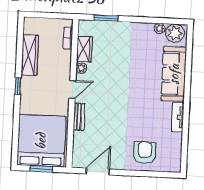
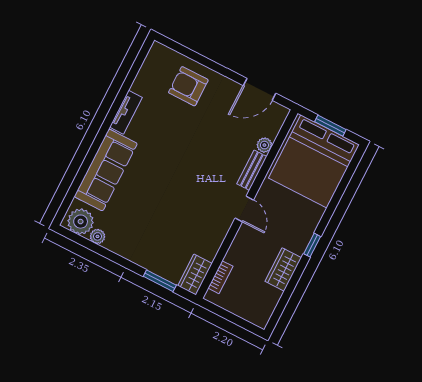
wardrobe: (84, 49) -> (195, 275), moved
wardrobe: (30, 55) -> (283, 269), width x0.67
plant: (81, 68) -> (264, 145), moved
door: (72, 89) -> (244, 209), swing flipped
armchair: (145, 153) -> (188, 86), turned 90

